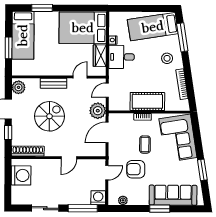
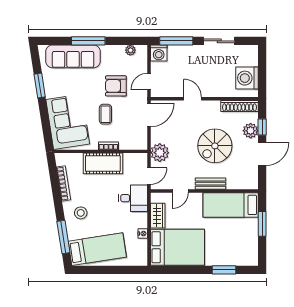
bed: (23, 35) -> (231, 205), moved, turned -90
desk: (121, 57) -> (133, 198), moved
plant: (18, 87) -> (251, 131), moved
door: (107, 132) -> (149, 115), moved
door: (69, 158) -> (193, 99), hinge flipped
armchair: (136, 169) -> (116, 86), turned 180
window: (160, 209) -> (88, 41), width x1.44

